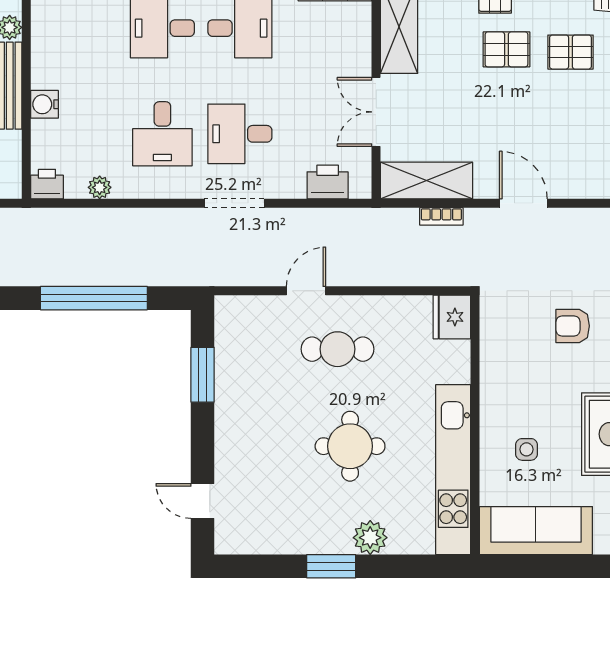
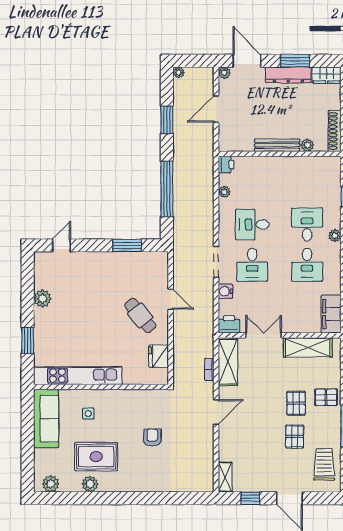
water cooler: (44, 104) -> (226, 291), moved, turned -90
desk: (240, 134) -> (252, 265), turned 180
printer: (328, 182) -> (229, 324), moved, turned -90
fridge: (452, 317) -> (159, 356), moved, turned -90
cafe table: (338, 349) -> (140, 315), turned -39
round table: (350, 446) -> (90, 322), removed
plant: (370, 538) -> (42, 299), moved
window: (331, 566) -> (28, 340), moved

